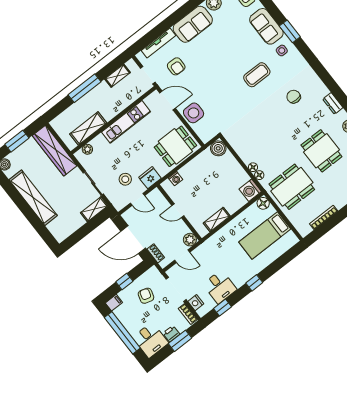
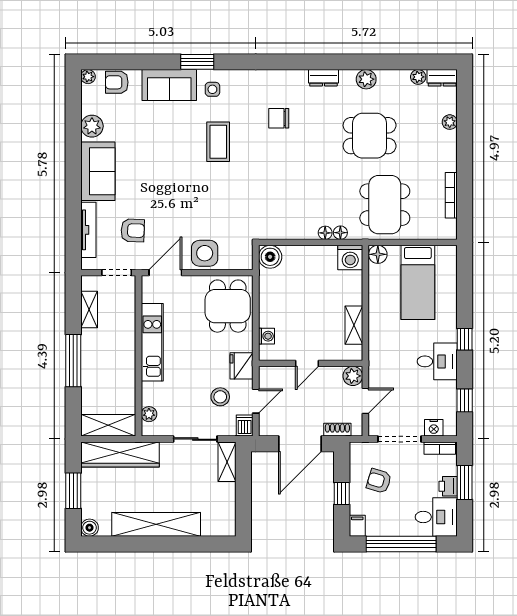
shelving: (88, 128) -> (108, 425), moved, turned 90
dishwasher: (120, 204) -> (245, 426), added
desk: (220, 287) -> (437, 361), moved

